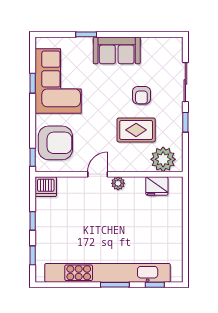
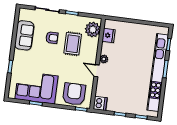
sofa: (117, 50) -> (24, 35), moved

